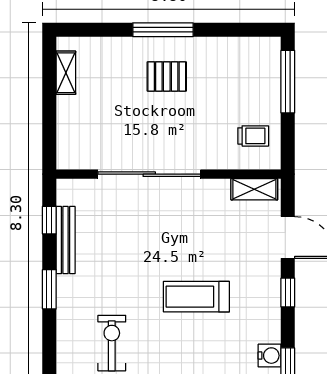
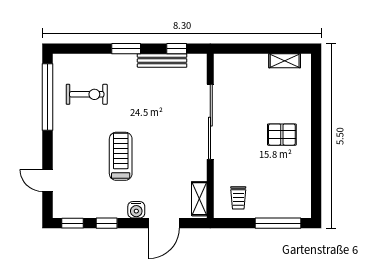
window: (163, 30) -> (316, 132), removed
pallet: (167, 76) -> (282, 135), turned 90
window: (288, 292) -> (107, 223), moved
water cooler: (270, 356) -> (136, 210), moved

